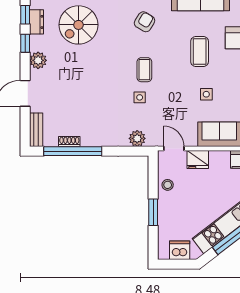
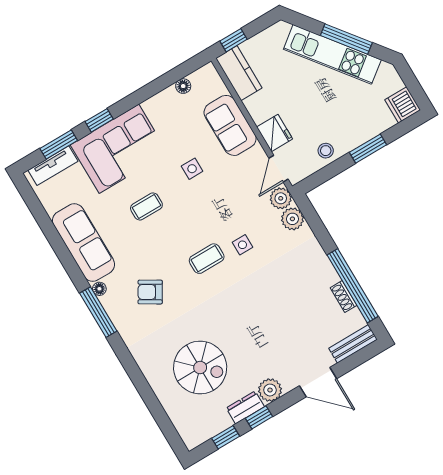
dresser: (37, 22) -> (245, 407), moved
coffee table: (200, 51) -> (146, 206), width x0.73, depth x0.77
plant: (155, 139) -> (281, 198), added
dishwasher: (180, 250) -> (403, 105), moved

